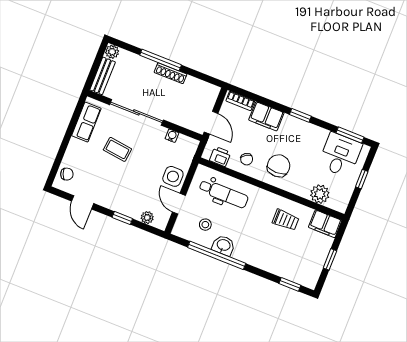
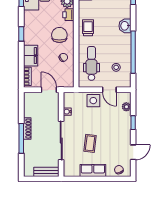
plant: (112, 52) -> (28, 172), removed
row of seats: (86, 122) -> (93, 170), moved
door: (211, 123) -> (49, 90), hinge flipped
printer: (220, 156) -> (68, 15), moved
chair: (279, 166) -> (59, 35), turned 90
door: (179, 204) -> (109, 90), hinge flipped
trolley: (286, 220) -> (88, 28), moved
washbasin: (223, 245) -> (125, 26), moved

